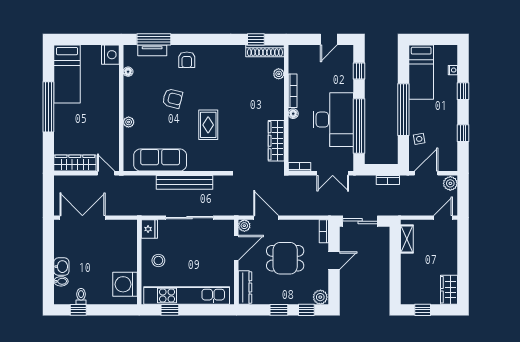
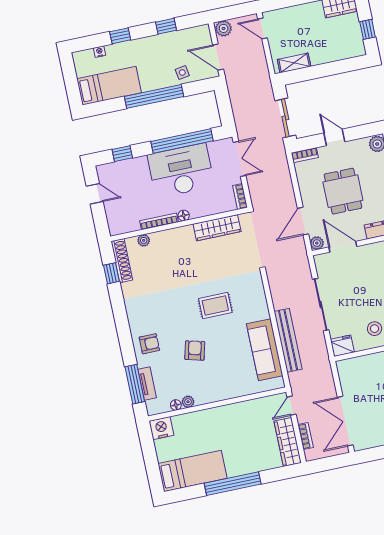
plant: (129, 122) -> (188, 402), moved
bookcase: (388, 180) -> (306, 436), moved
bench: (184, 182) -> (288, 340), moved

